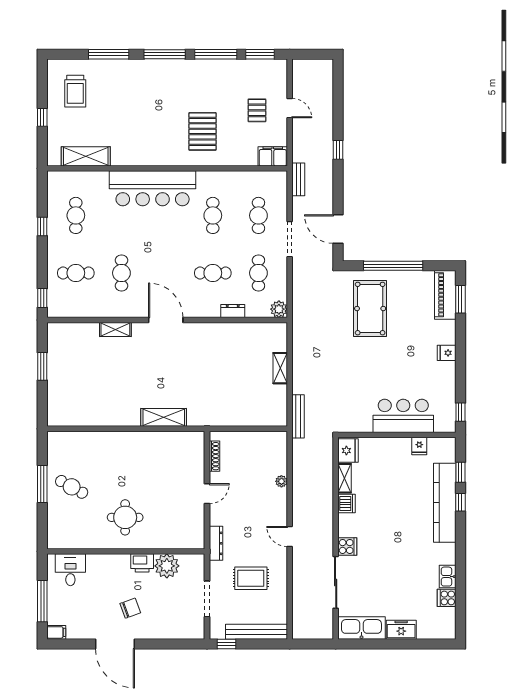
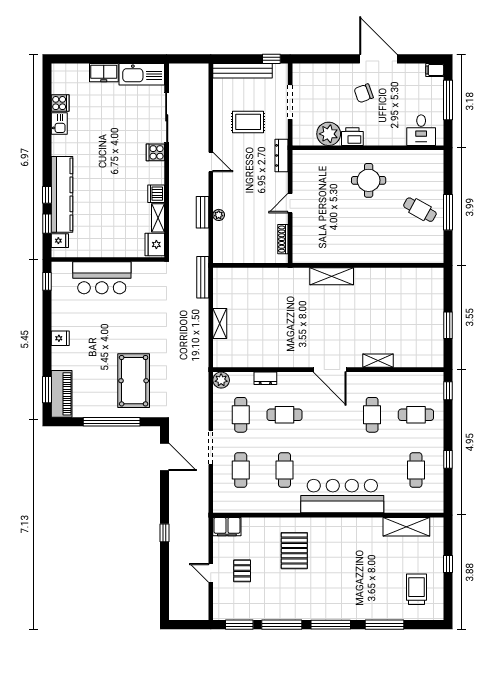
bench: (298, 179) -> (202, 212), moved
fridge: (419, 446) -> (60, 241), moved, turned 90

